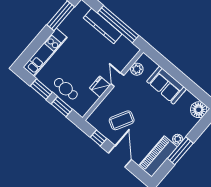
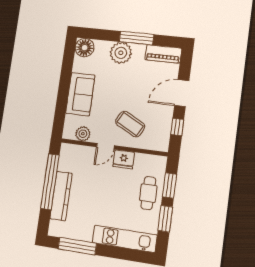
coffee table: (122, 120) -> (130, 124), moved
plant: (178, 139) -> (121, 53), width x1.88, depth x1.88
piano: (158, 156) -> (163, 54), width x0.73, depth x0.75

